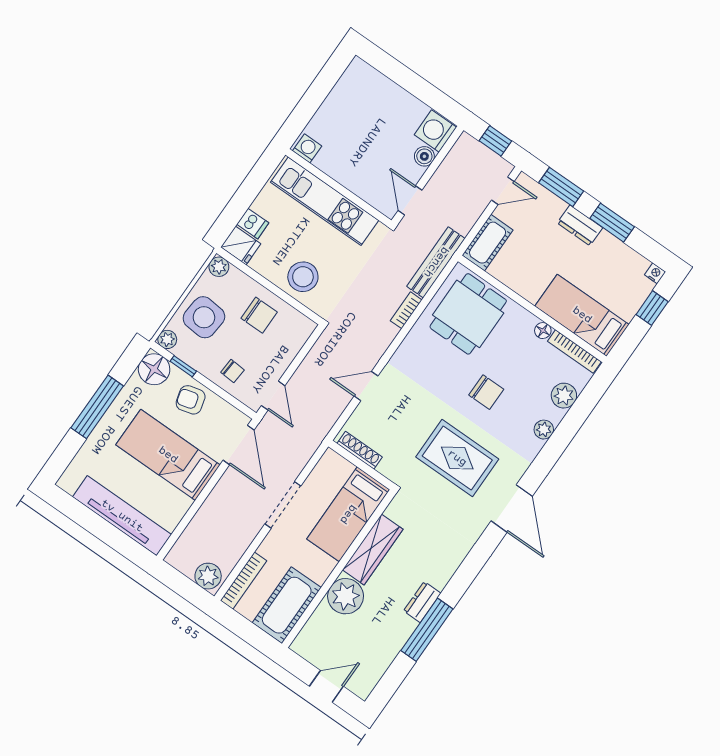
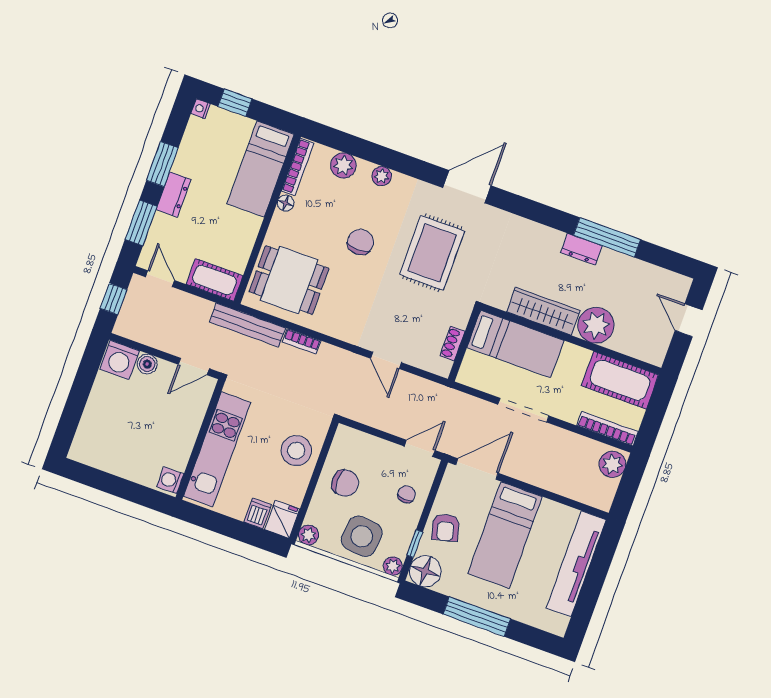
chair: (259, 315) -> (345, 483), turned 90
shoe rack: (360, 450) -> (452, 344), width x0.70

